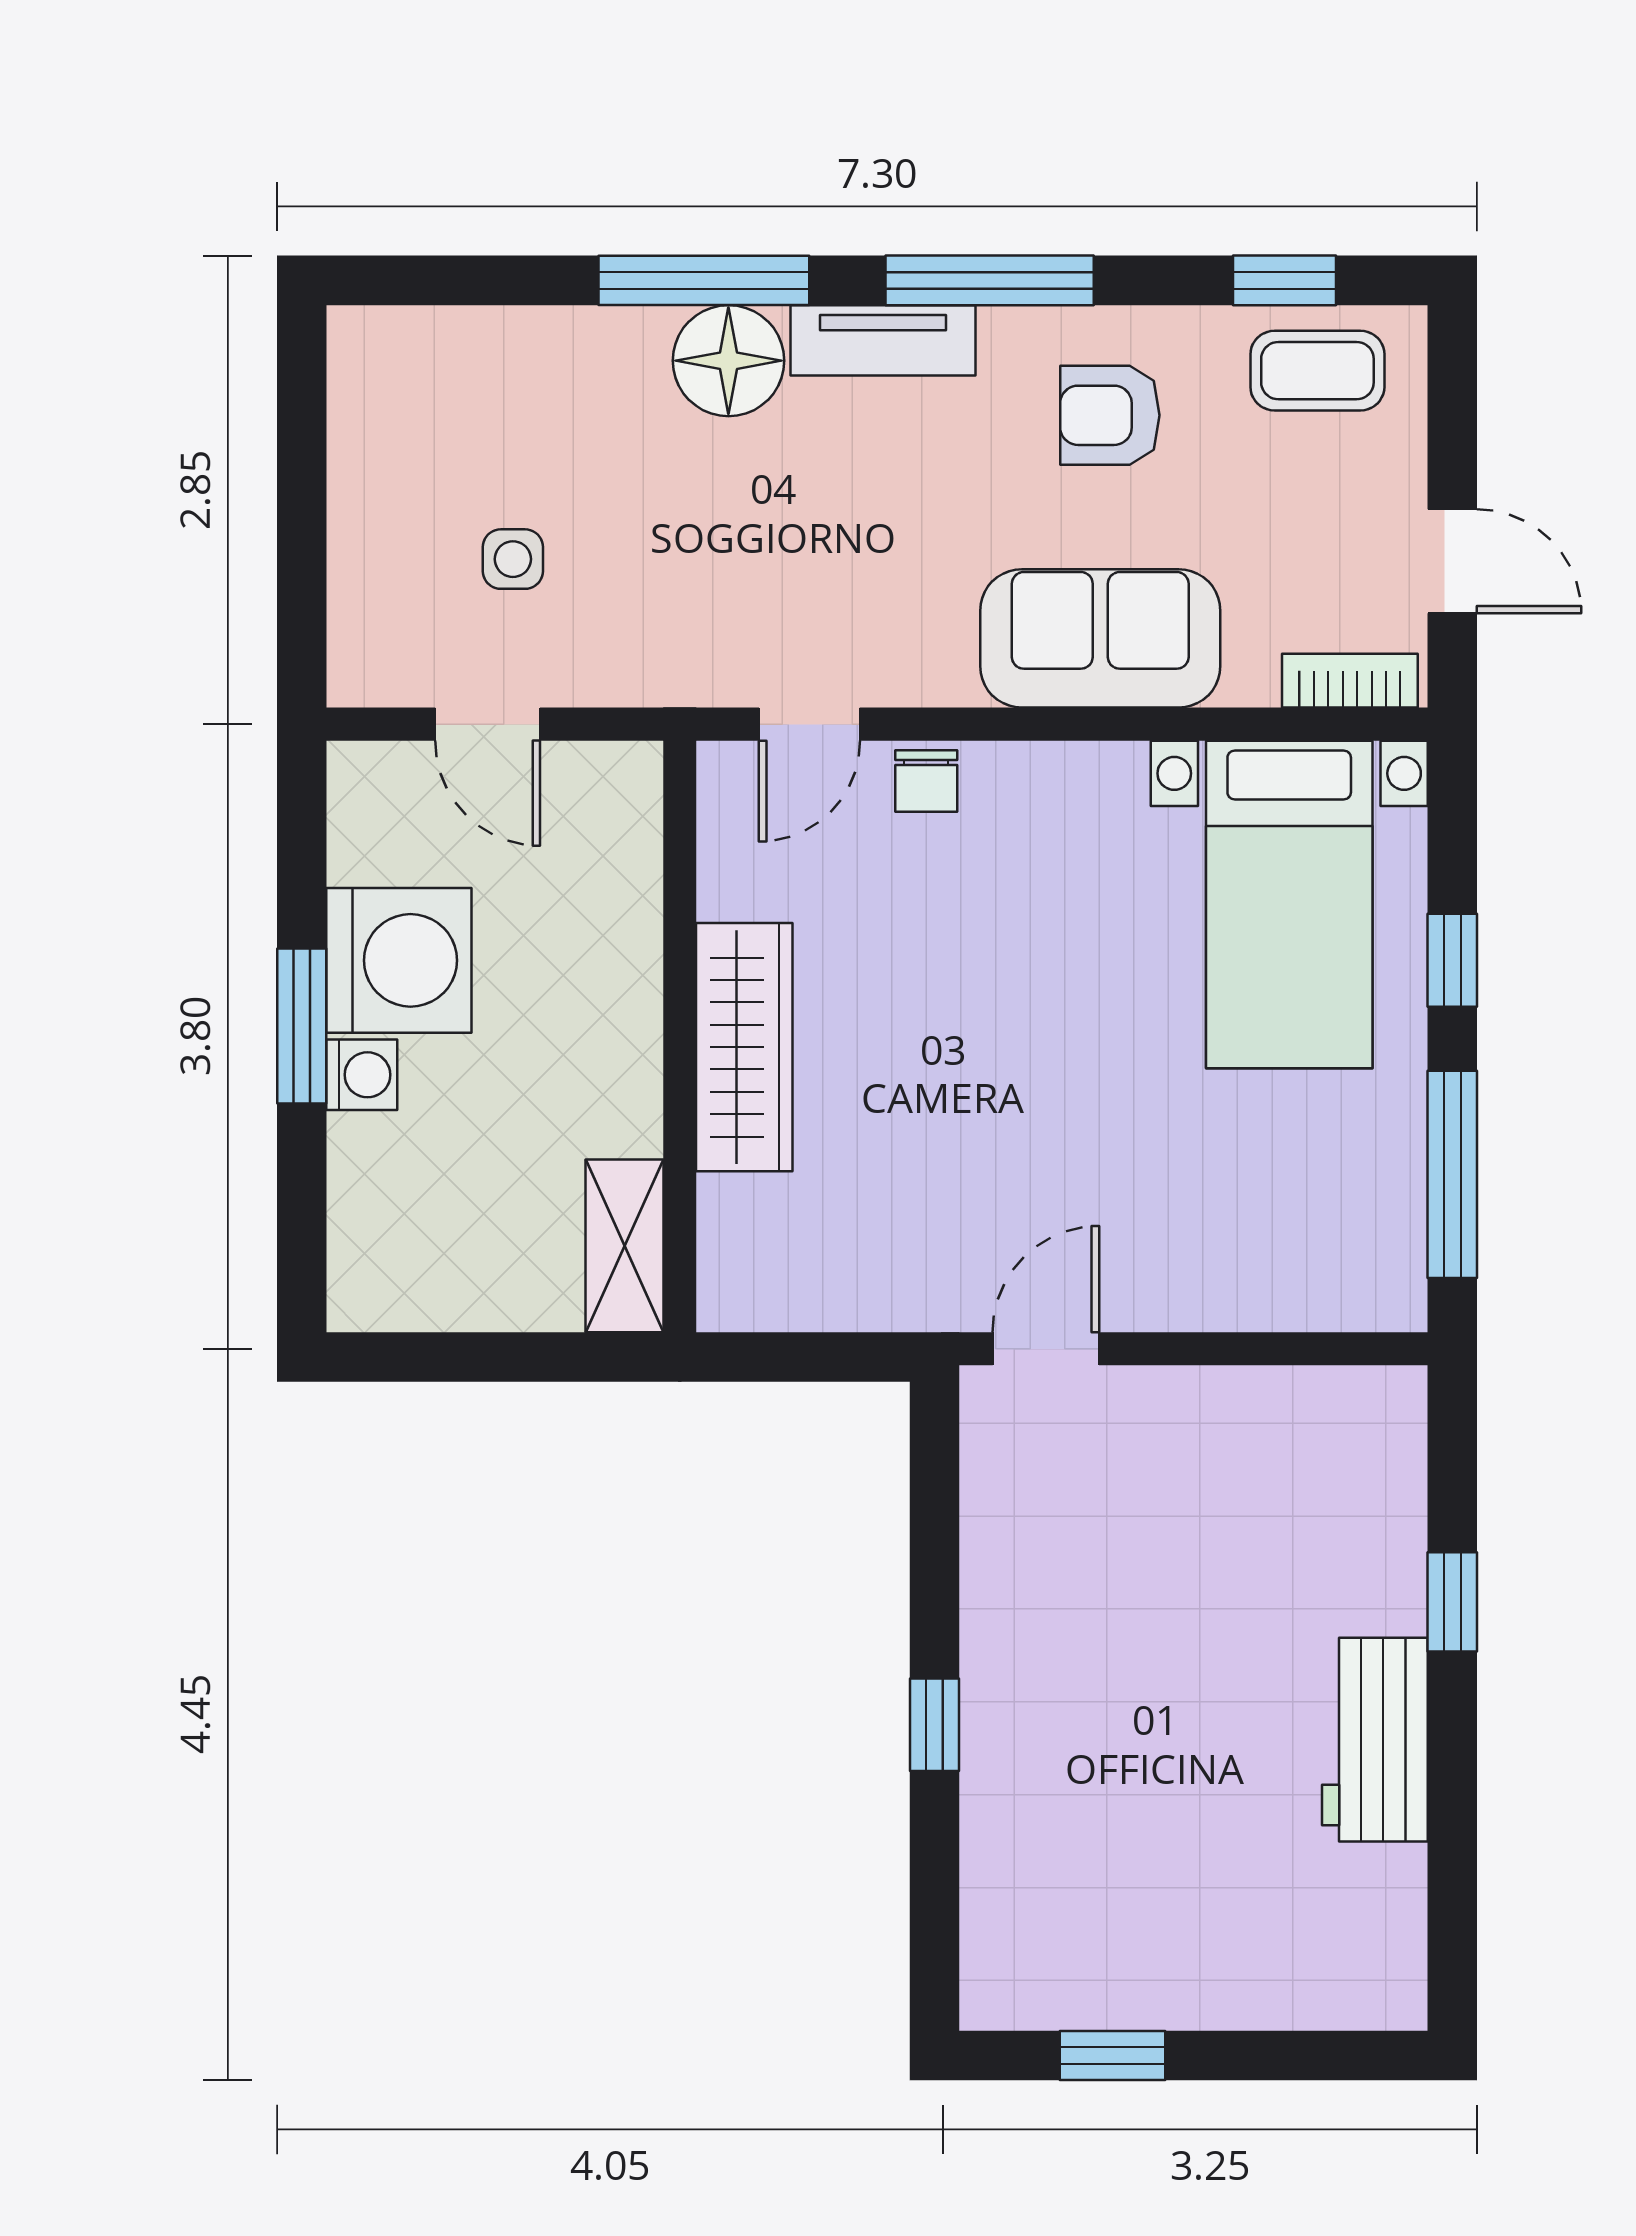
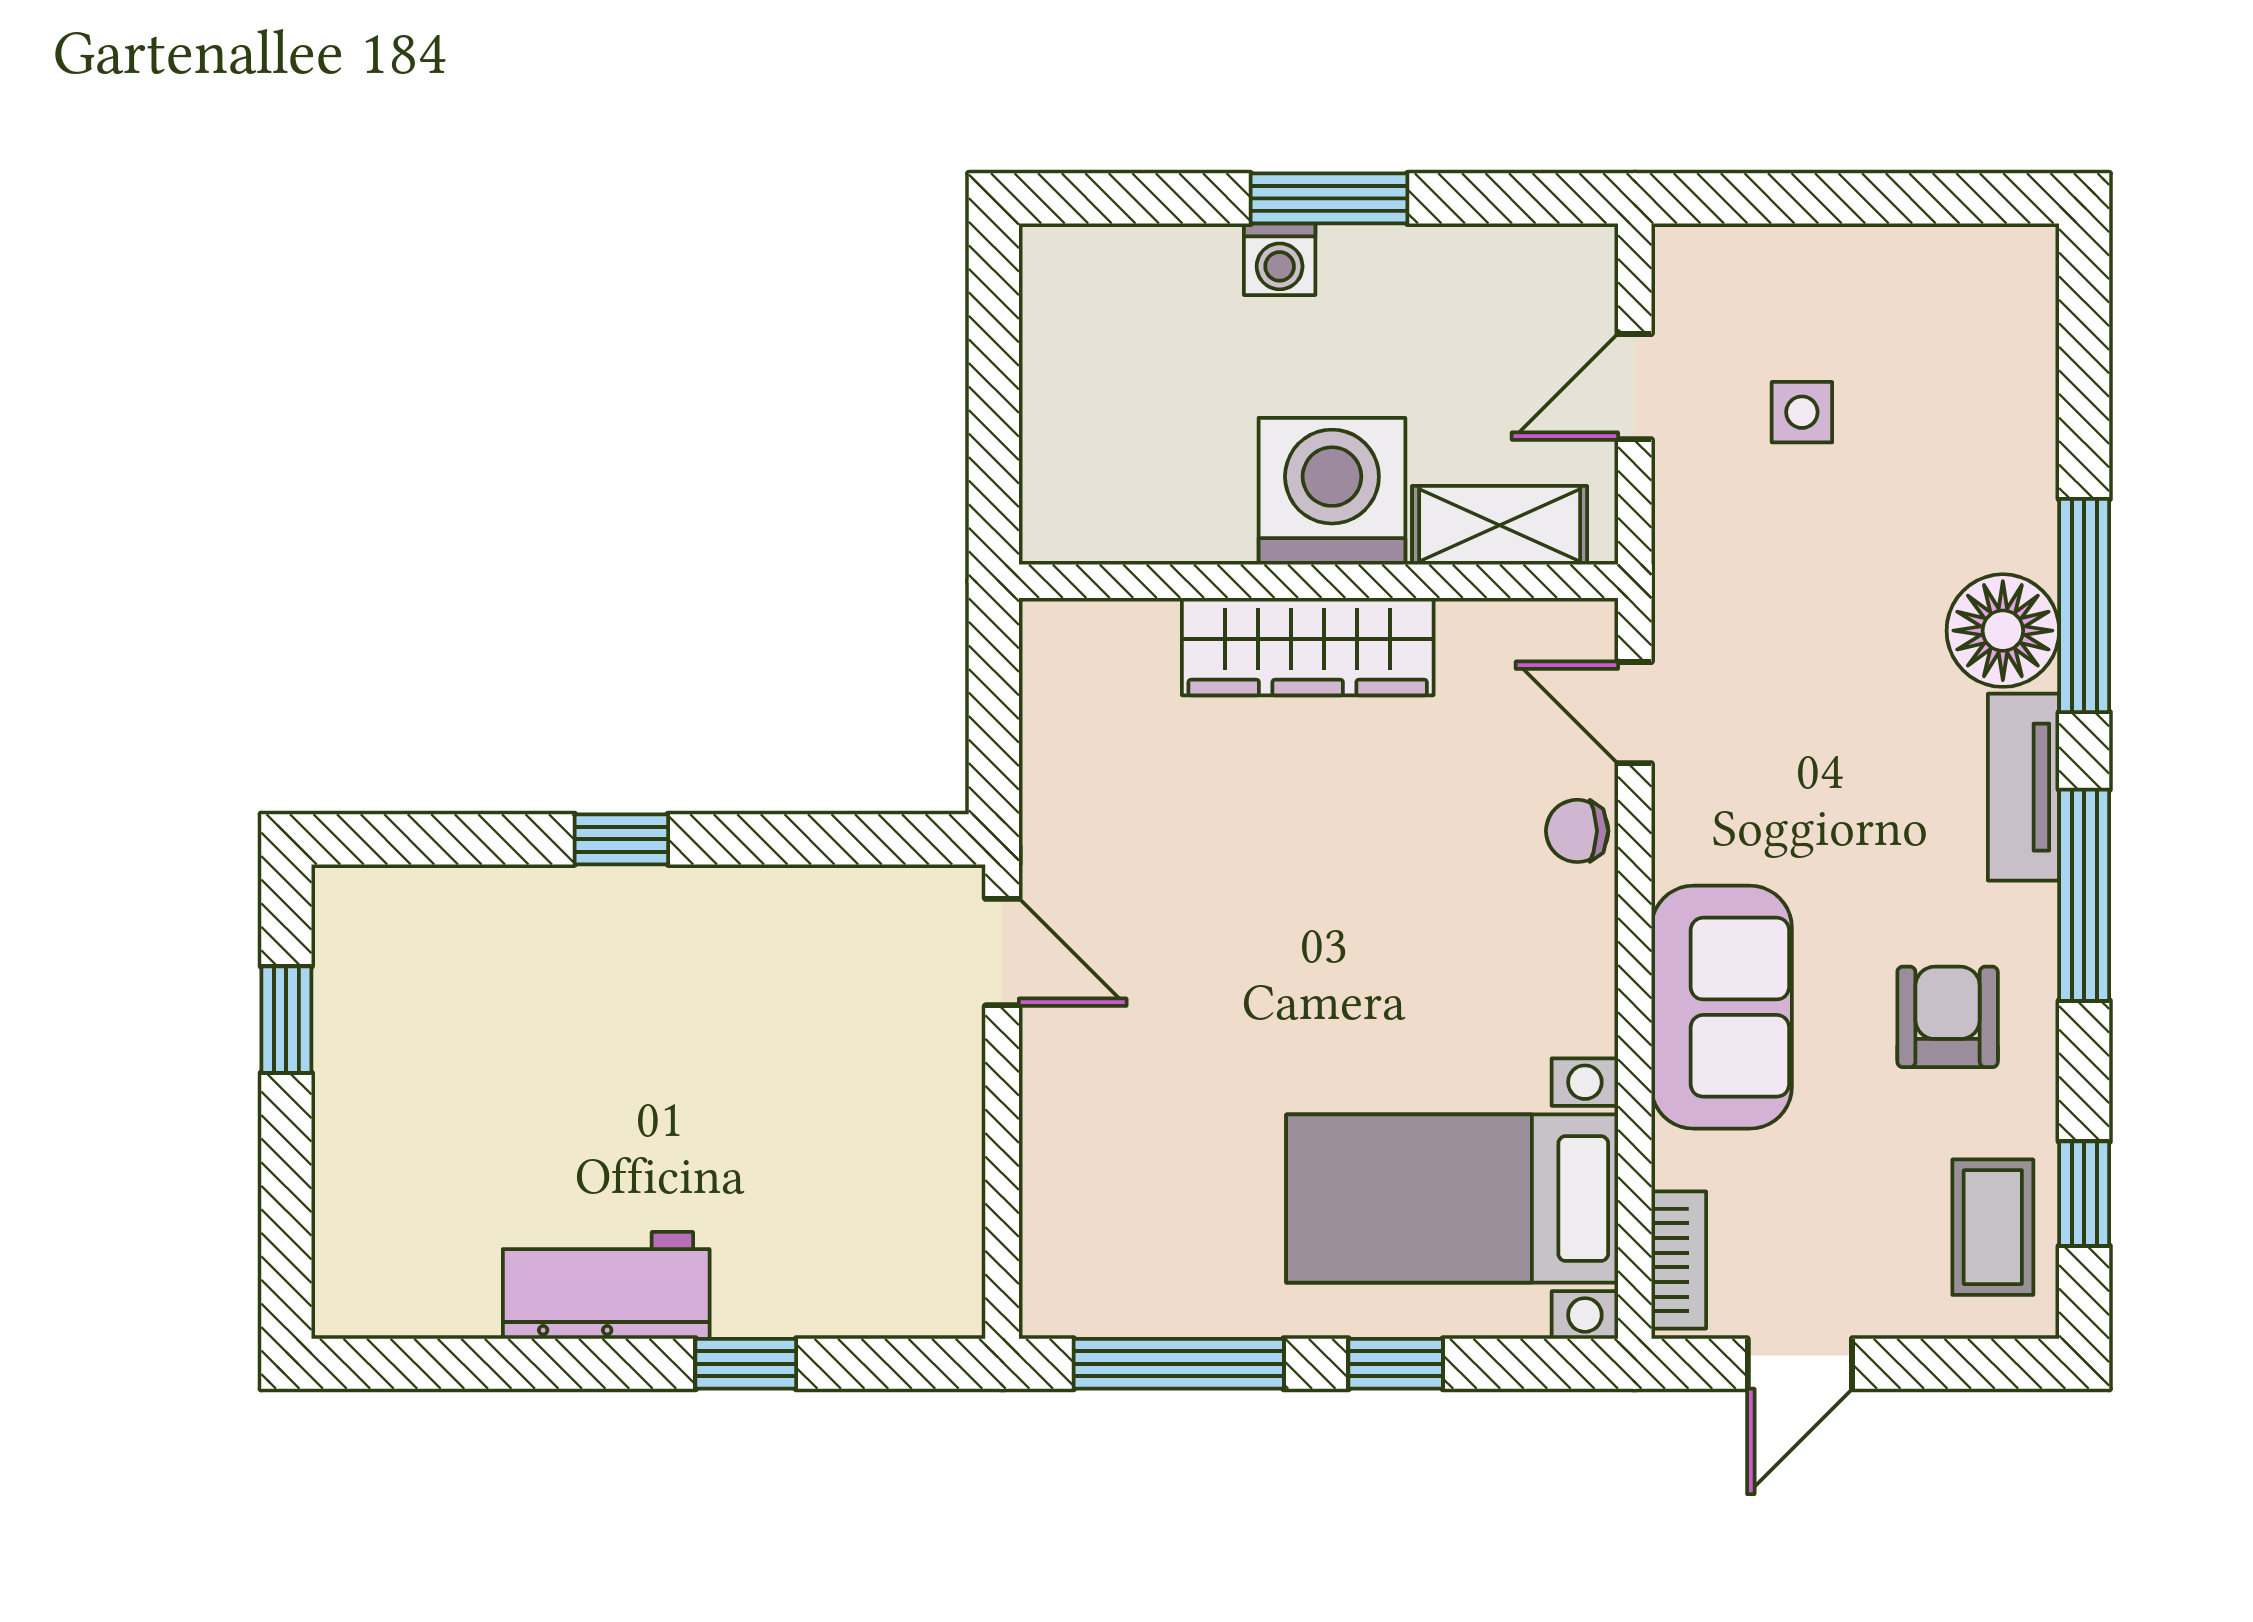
washing machine: (399, 960) -> (1332, 491), moved, turned 180
shelving: (624, 1246) -> (1500, 525), moved

